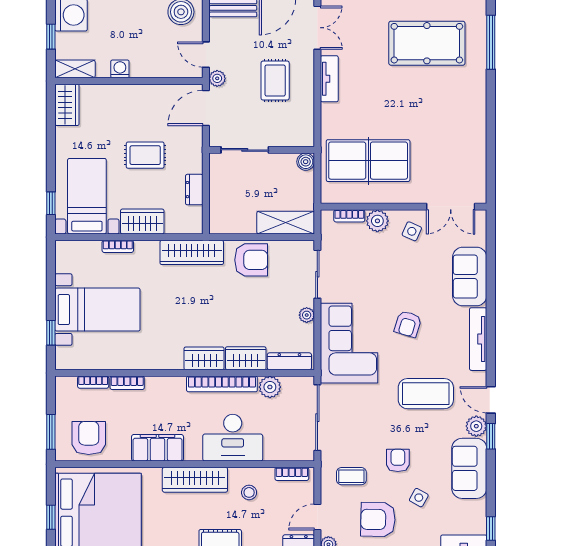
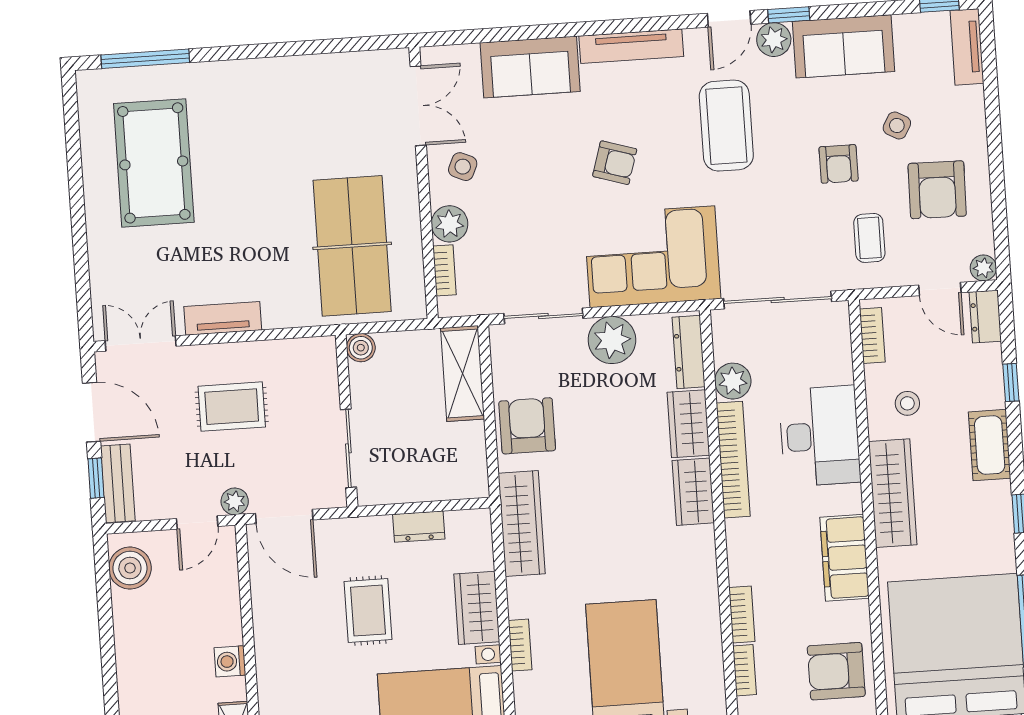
plant: (307, 315) -> (612, 340), width x1.87, depth x1.87
armchair: (398, 460) -> (839, 164), turned -90

